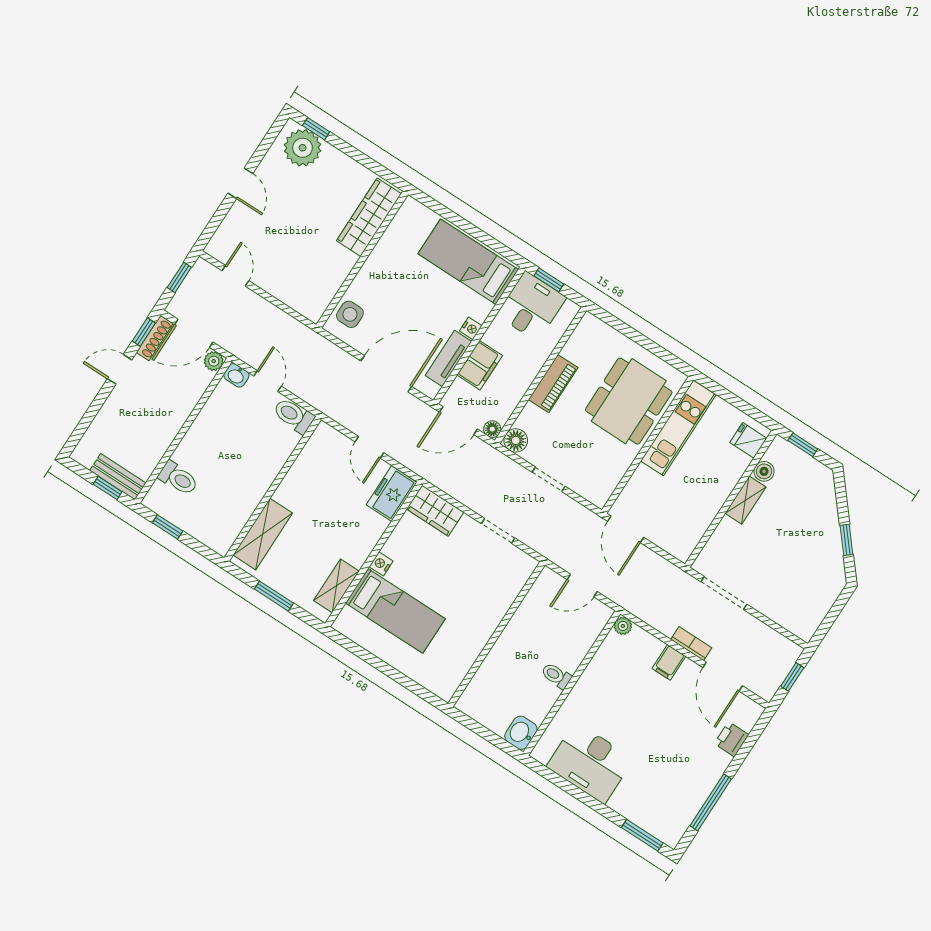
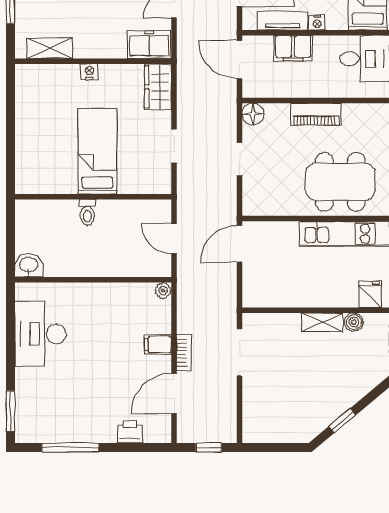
floor lamp: (492, 429) -> (250, 90), removed
bed: (395, 611) -> (97, 151), moved, turned 180
toilet: (556, 676) -> (87, 212), moved, turned 180

